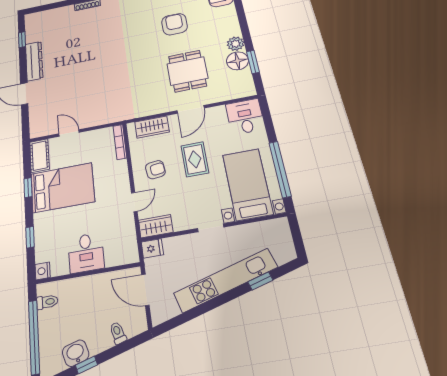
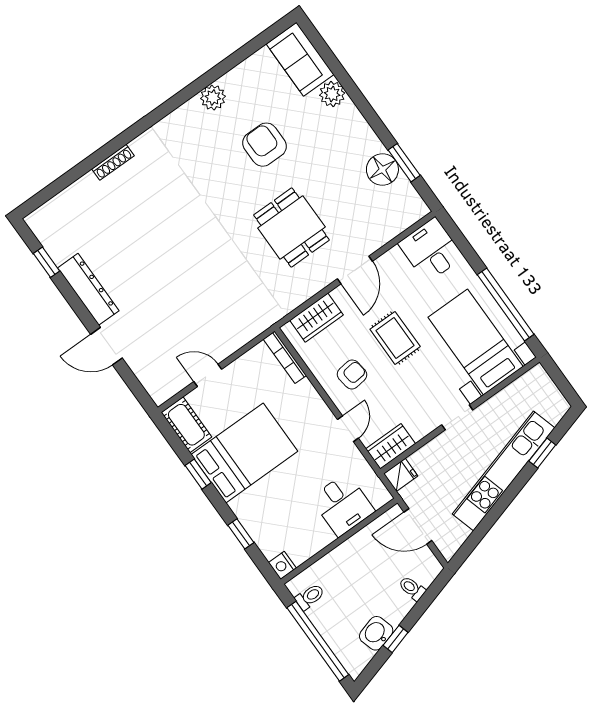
plant: (236, 44) -> (332, 94), moved
dining table: (187, 71) -> (291, 227), moved
desk: (86, 253) -> (343, 505), moved

